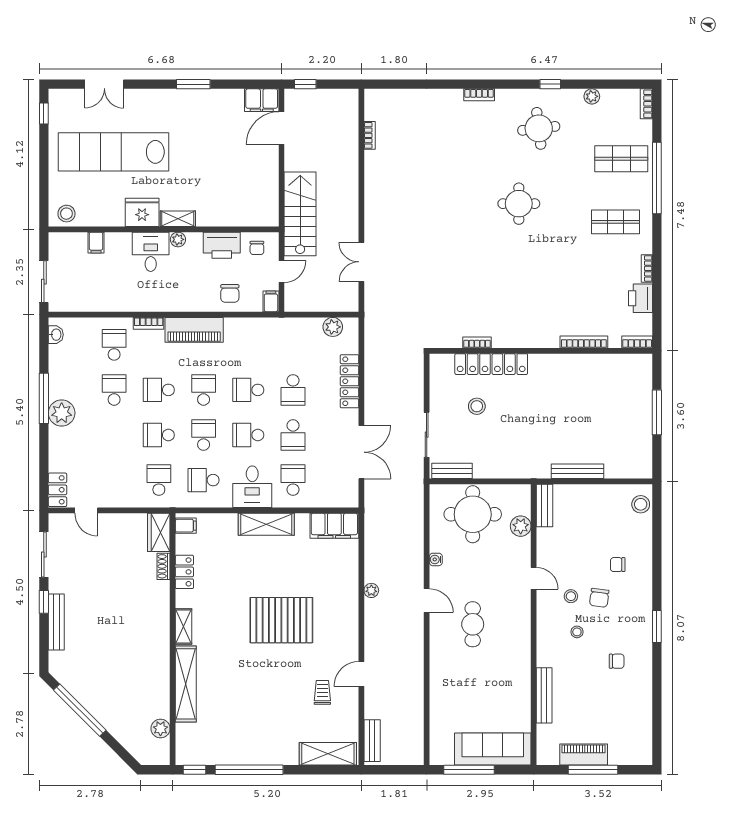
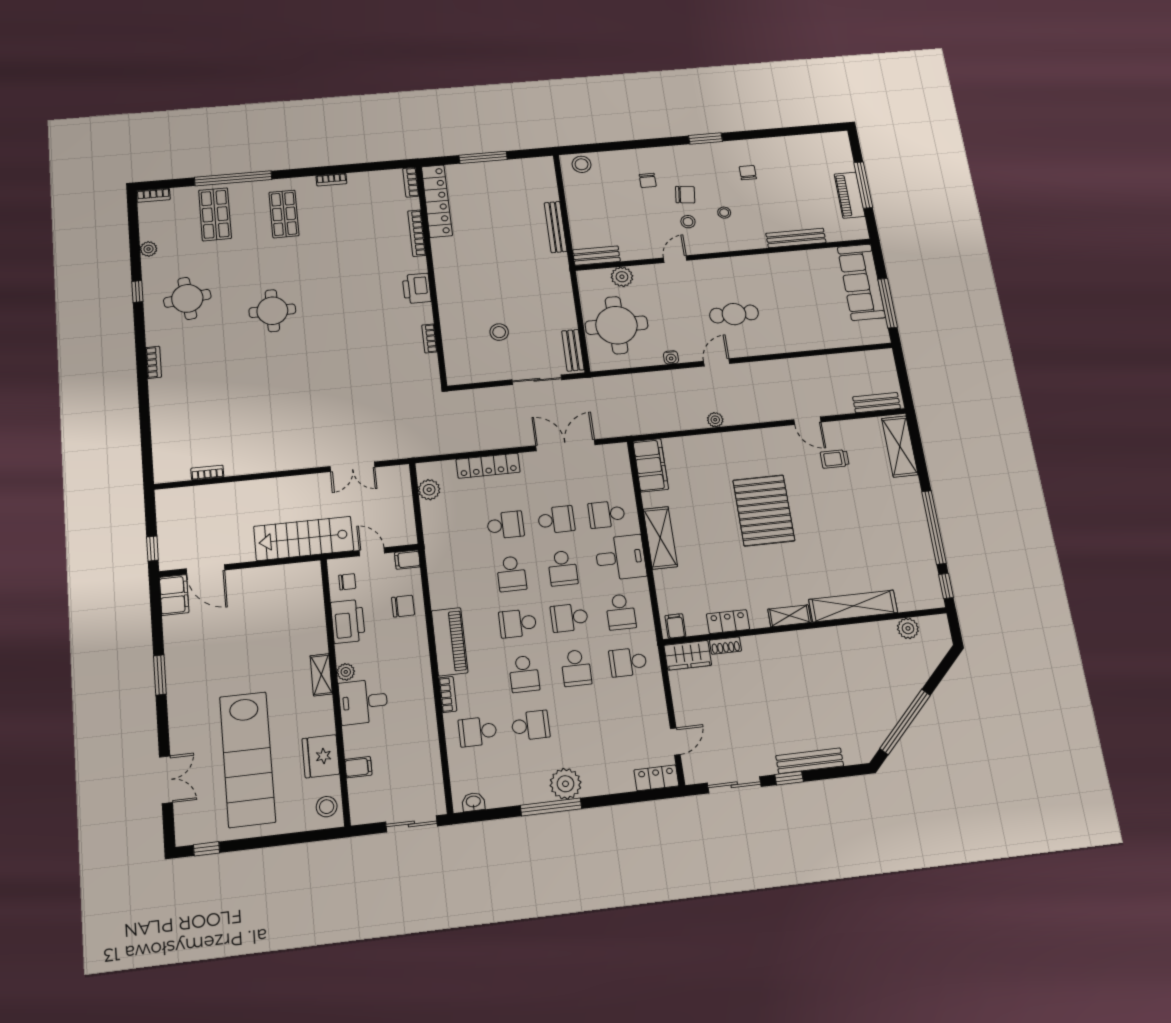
fridge: (142, 212) -> (321, 756), moved
printer: (640, 298) -> (417, 288), moved, turned 90
locker: (491, 364) -> (437, 201), moved
school desk: (114, 390) -> (531, 725), turned 180

